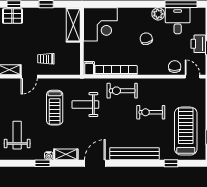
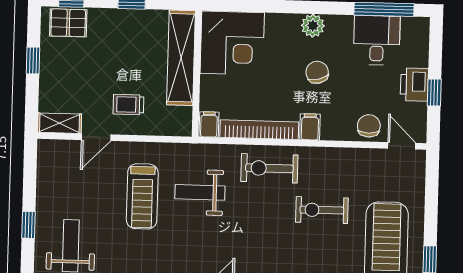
plant: (158, 14) -> (313, 26), moved
shelving: (73, 25) -> (181, 58), width x1.47
filing cabinet: (143, 68) -> (310, 127), added

